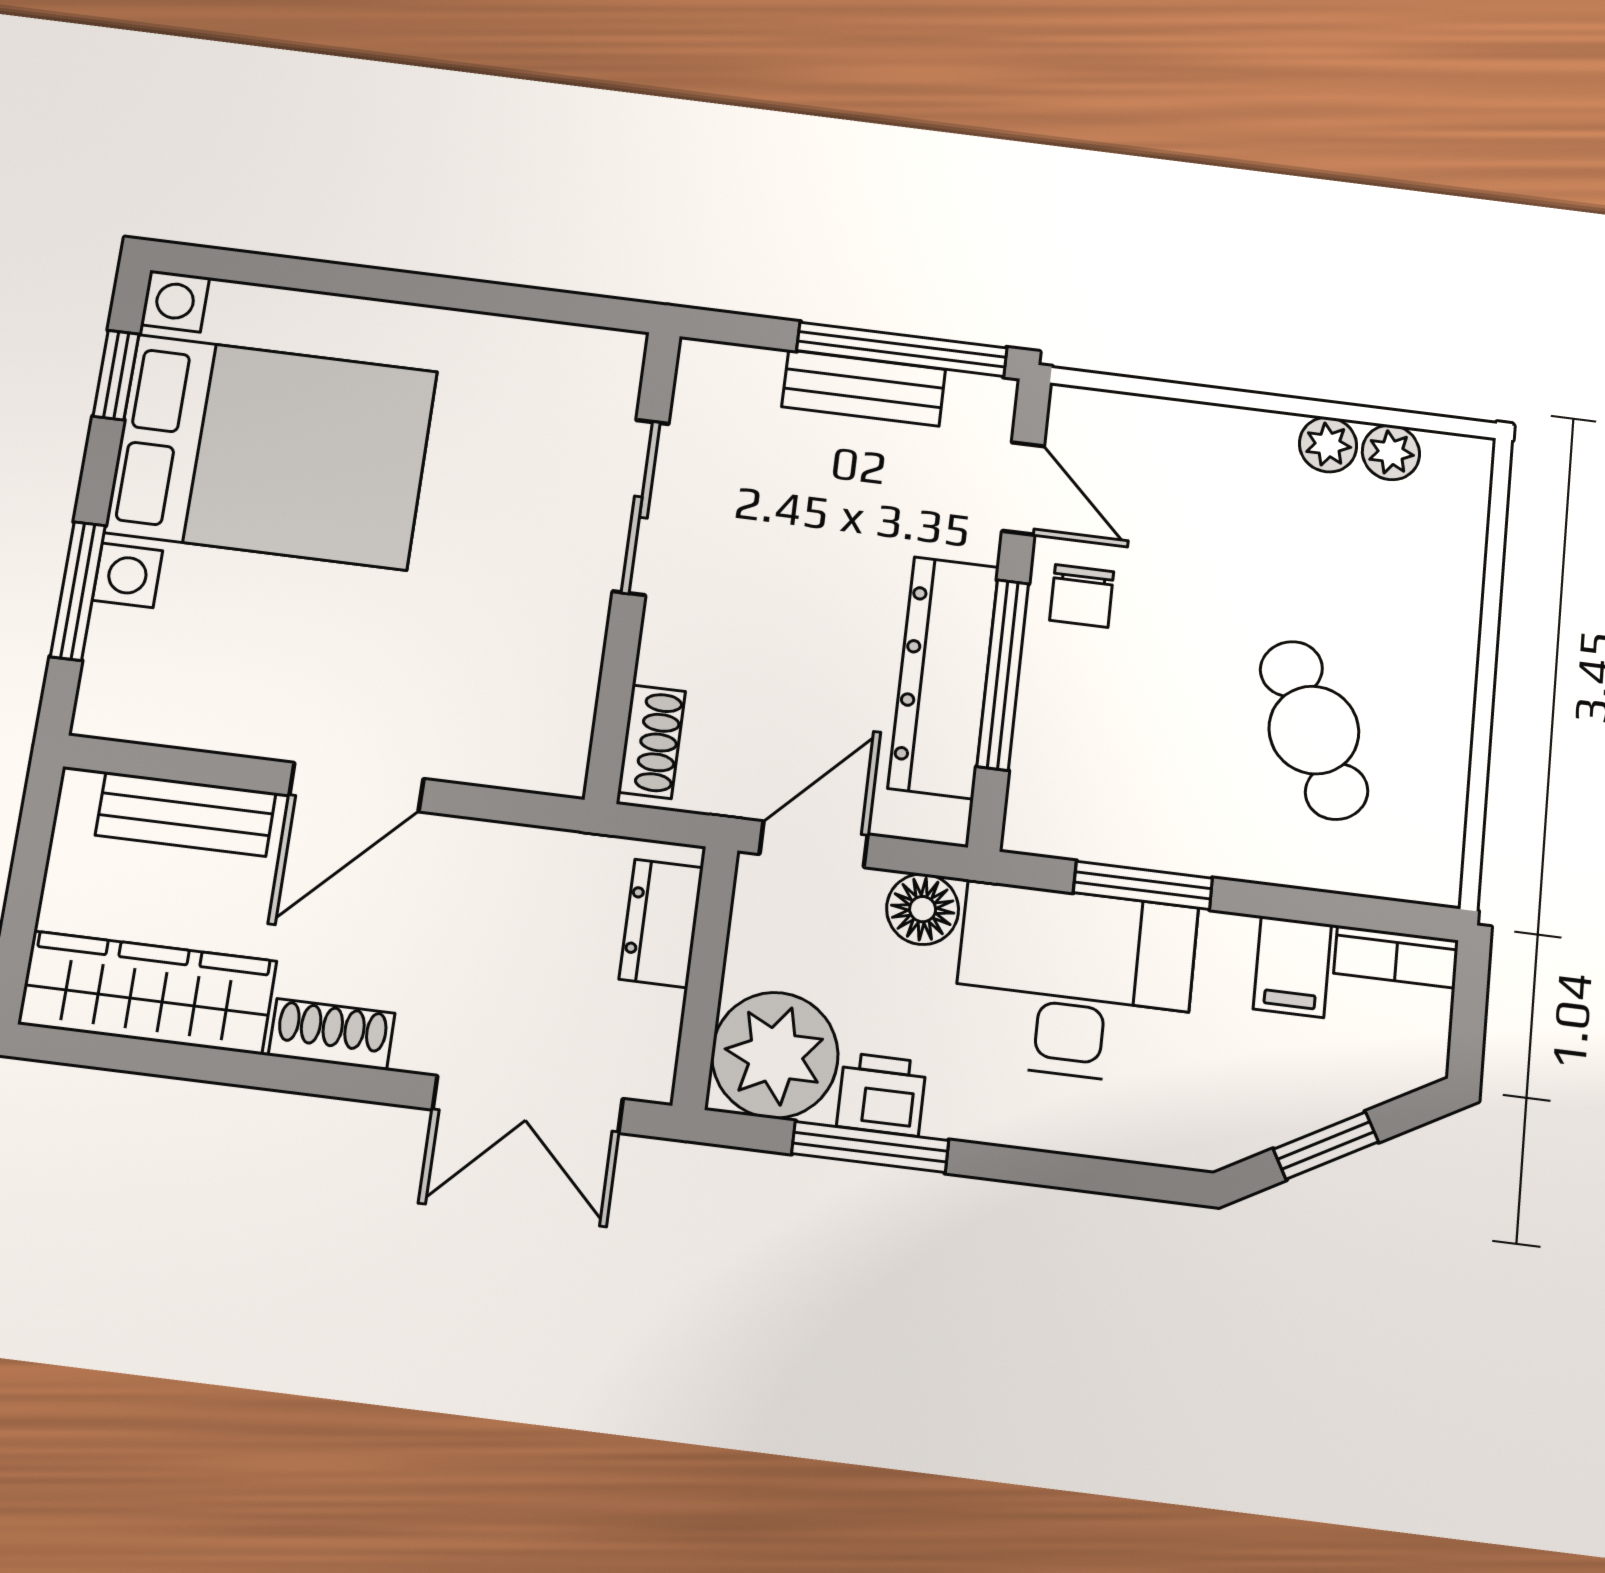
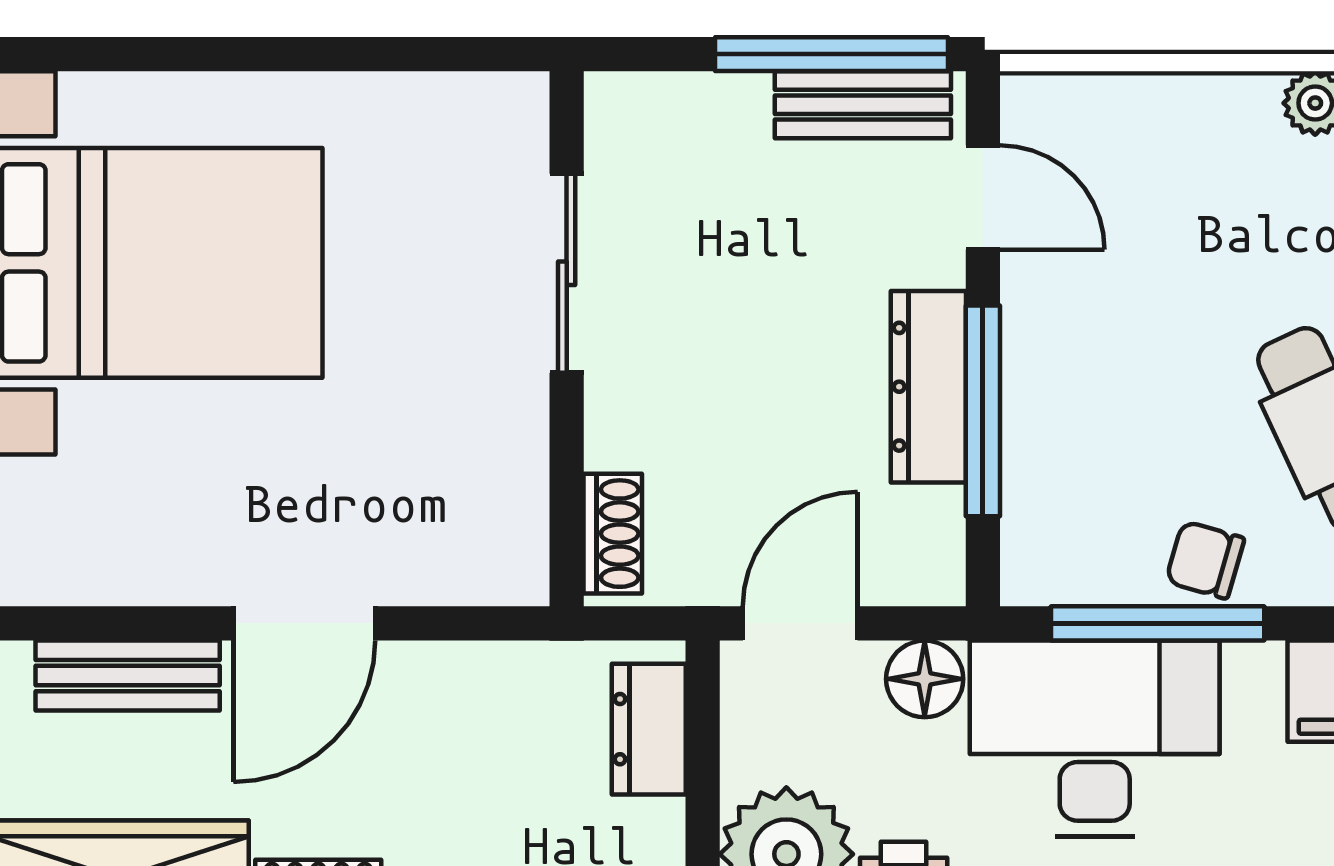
bench: (864, 388) -> (863, 105), moved
chair: (1082, 596) -> (1205, 560), moved, turned 106
dresser: (944, 677) -> (928, 387), width x0.73, depth x0.80
window: (1143, 885) -> (1158, 623), width x1.44

